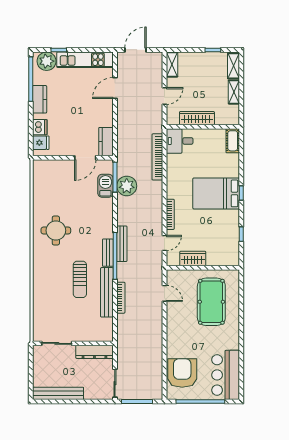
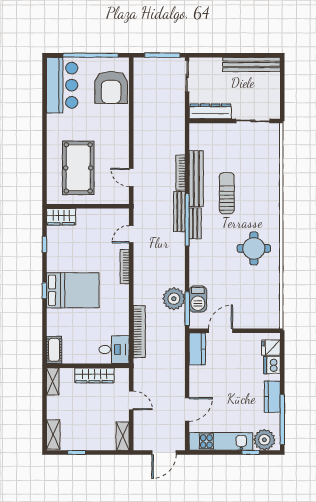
shelving: (234, 92) -> (53, 381), moved
door: (164, 96) -> (131, 400), swing flipped
bench: (122, 244) -> (179, 212), moved
wardrobe: (193, 259) -> (61, 217), moved

